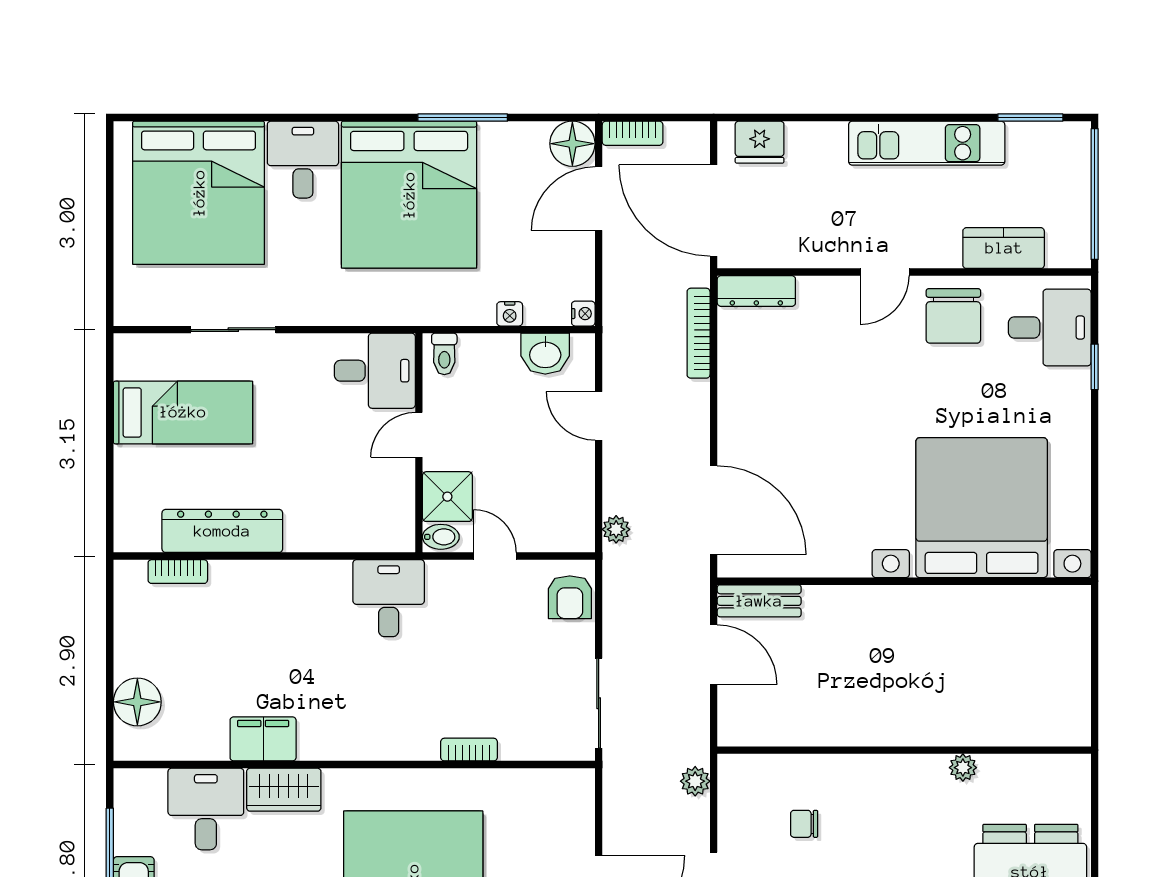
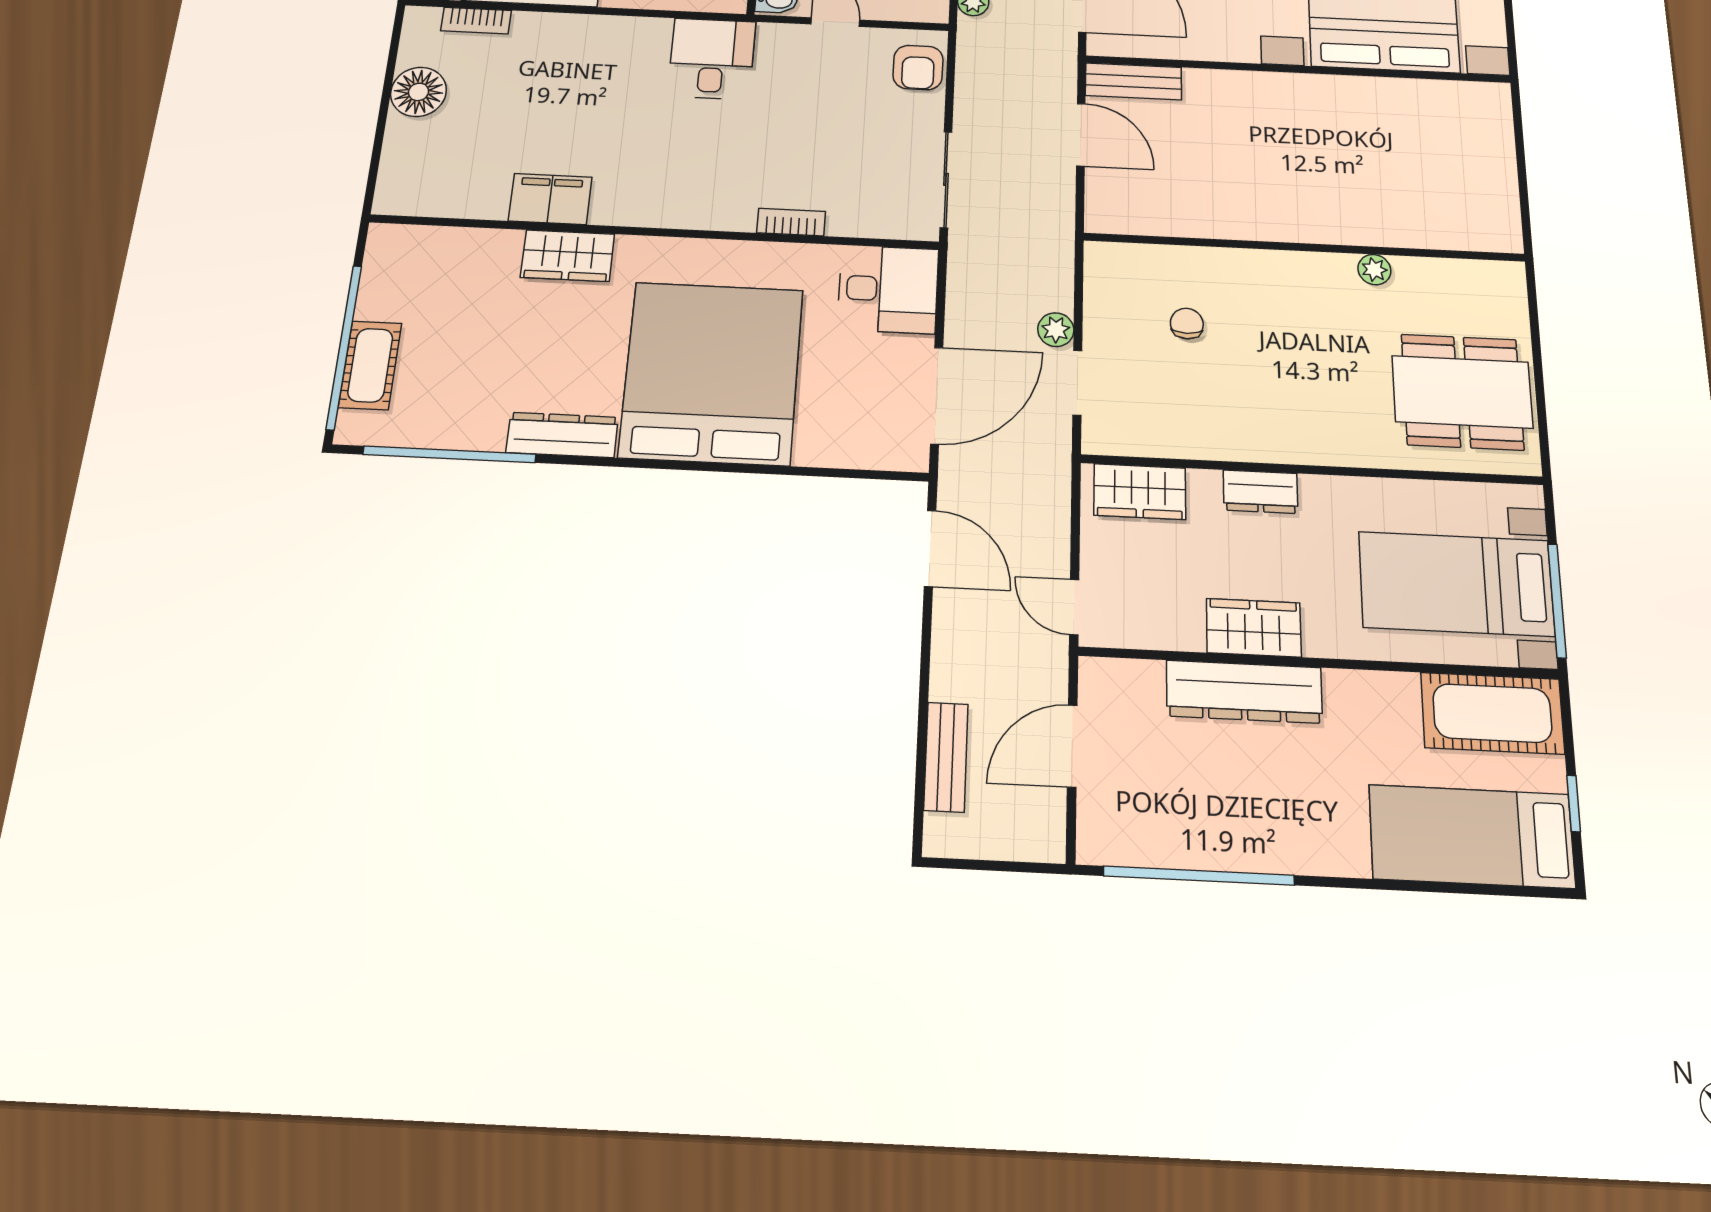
floor lamp: (137, 702) -> (419, 92), moved
plant: (695, 781) -> (1056, 330), moved
desk: (206, 809) -> (888, 289), moved, turned 90
chair: (804, 824) -> (1187, 324), turned 90

